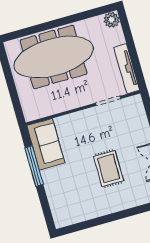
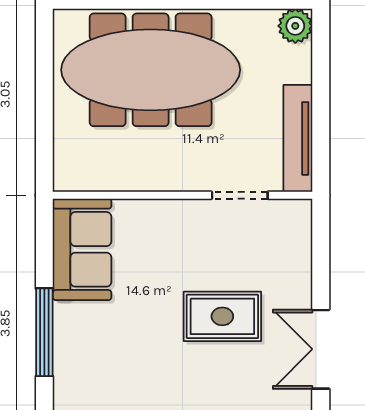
window: (34, 166) -> (44, 332), moved
rug: (108, 168) -> (222, 316), moved, turned 90

